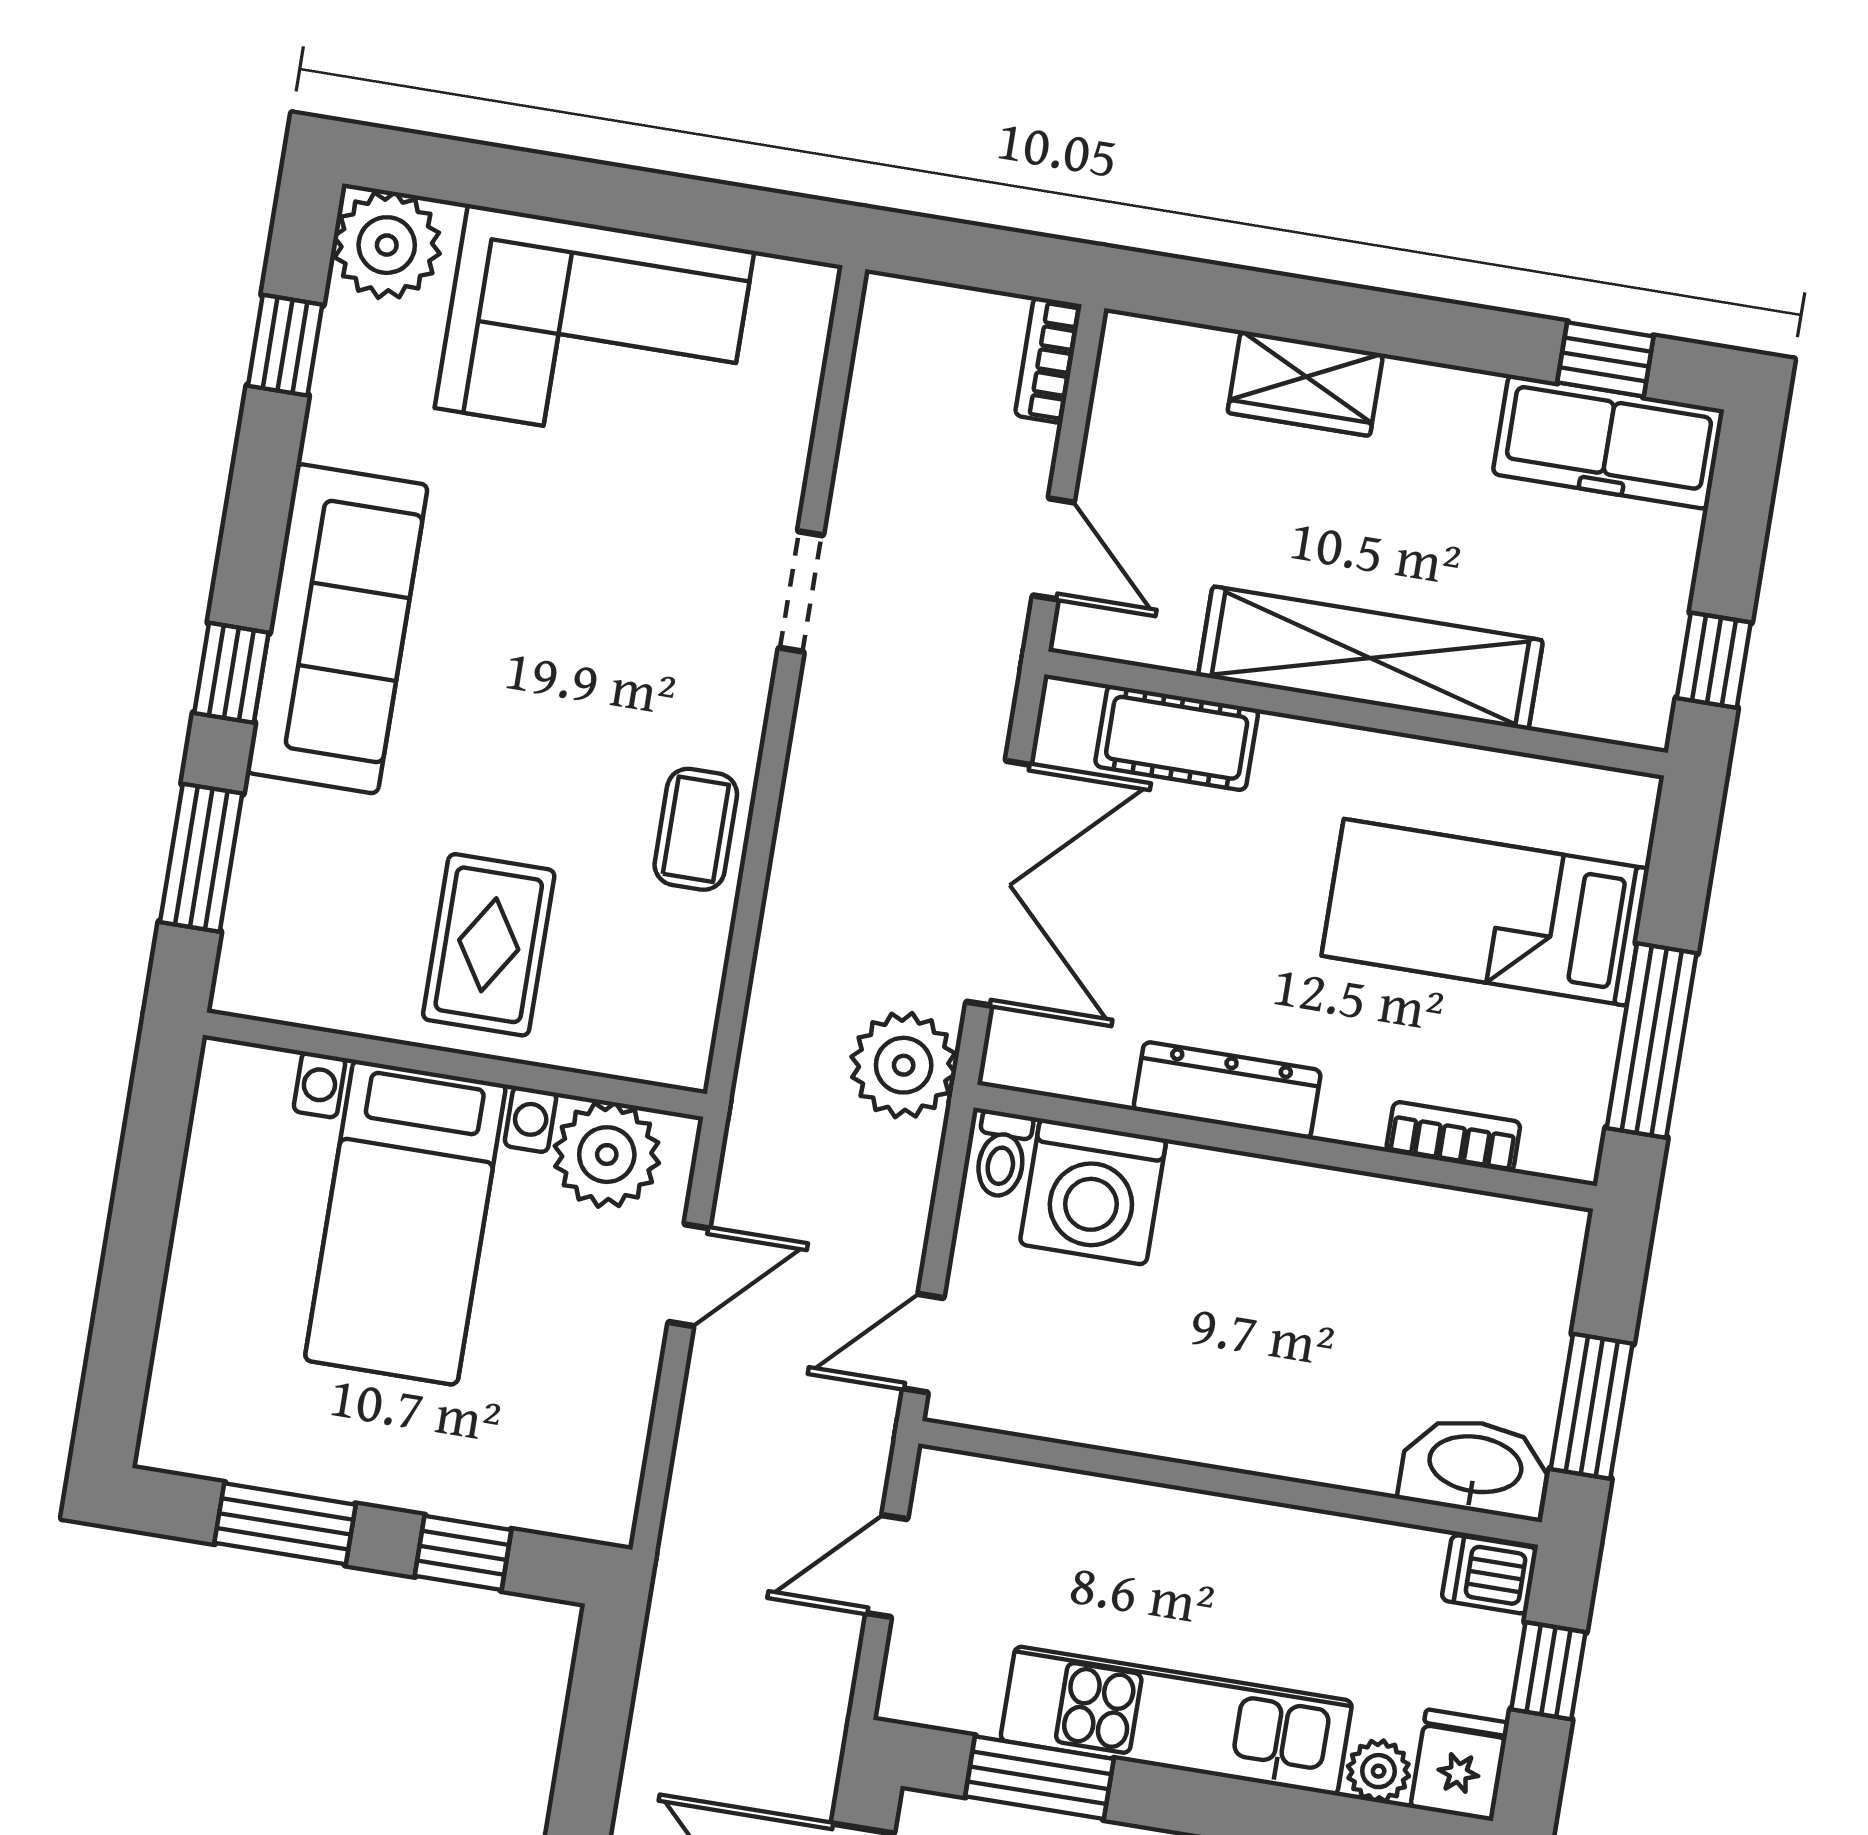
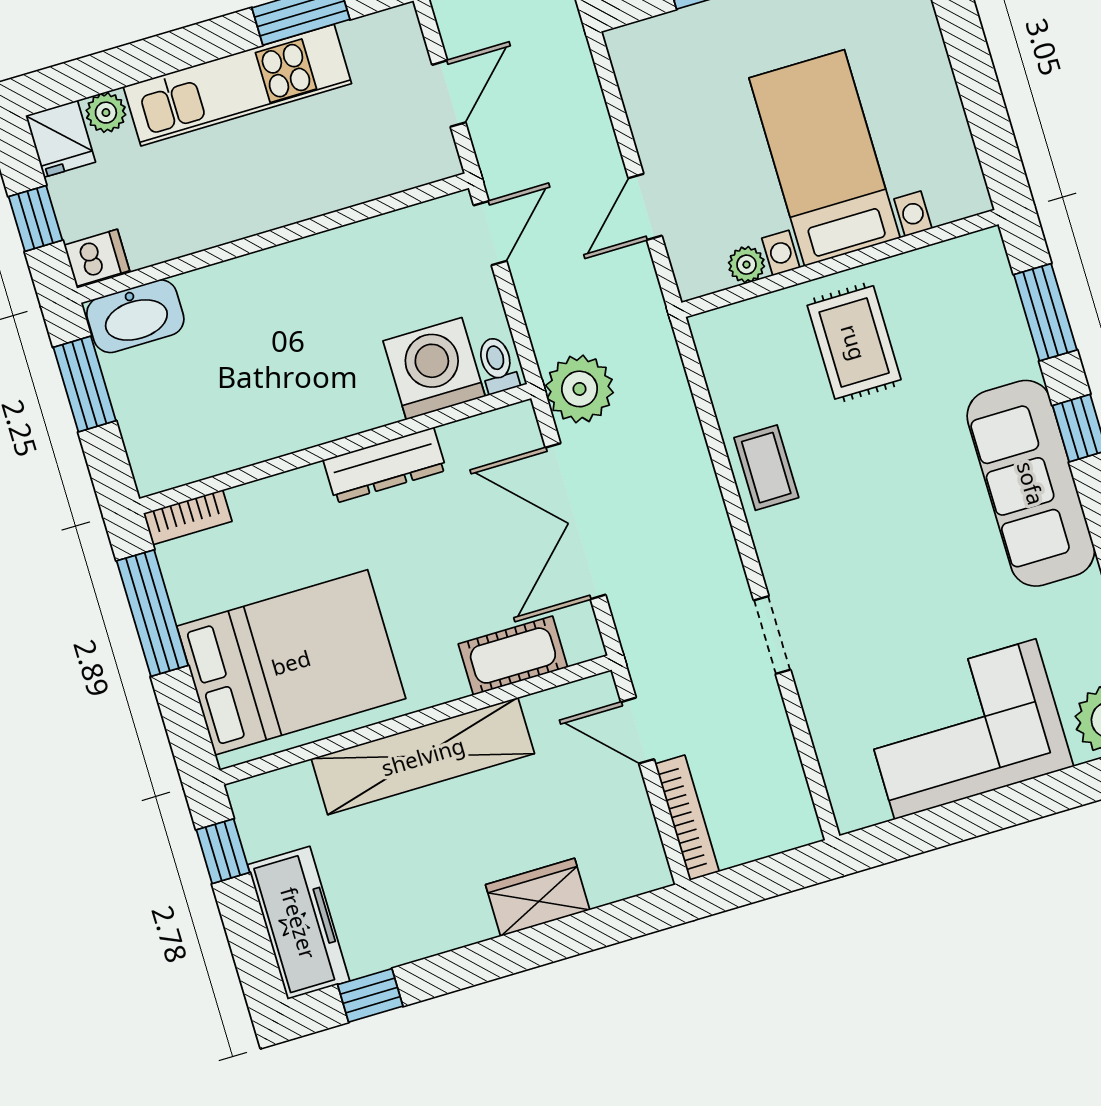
bookcase: (1048, 360) -> (687, 818), width x1.56
freezer: (1608, 442) -> (299, 923), moved, turned 90
bed: (1485, 912) -> (291, 662), width x1.50
bookcase: (1453, 1137) -> (188, 517), moved
plant: (607, 1155) -> (746, 265), width x0.53, depth x0.53

